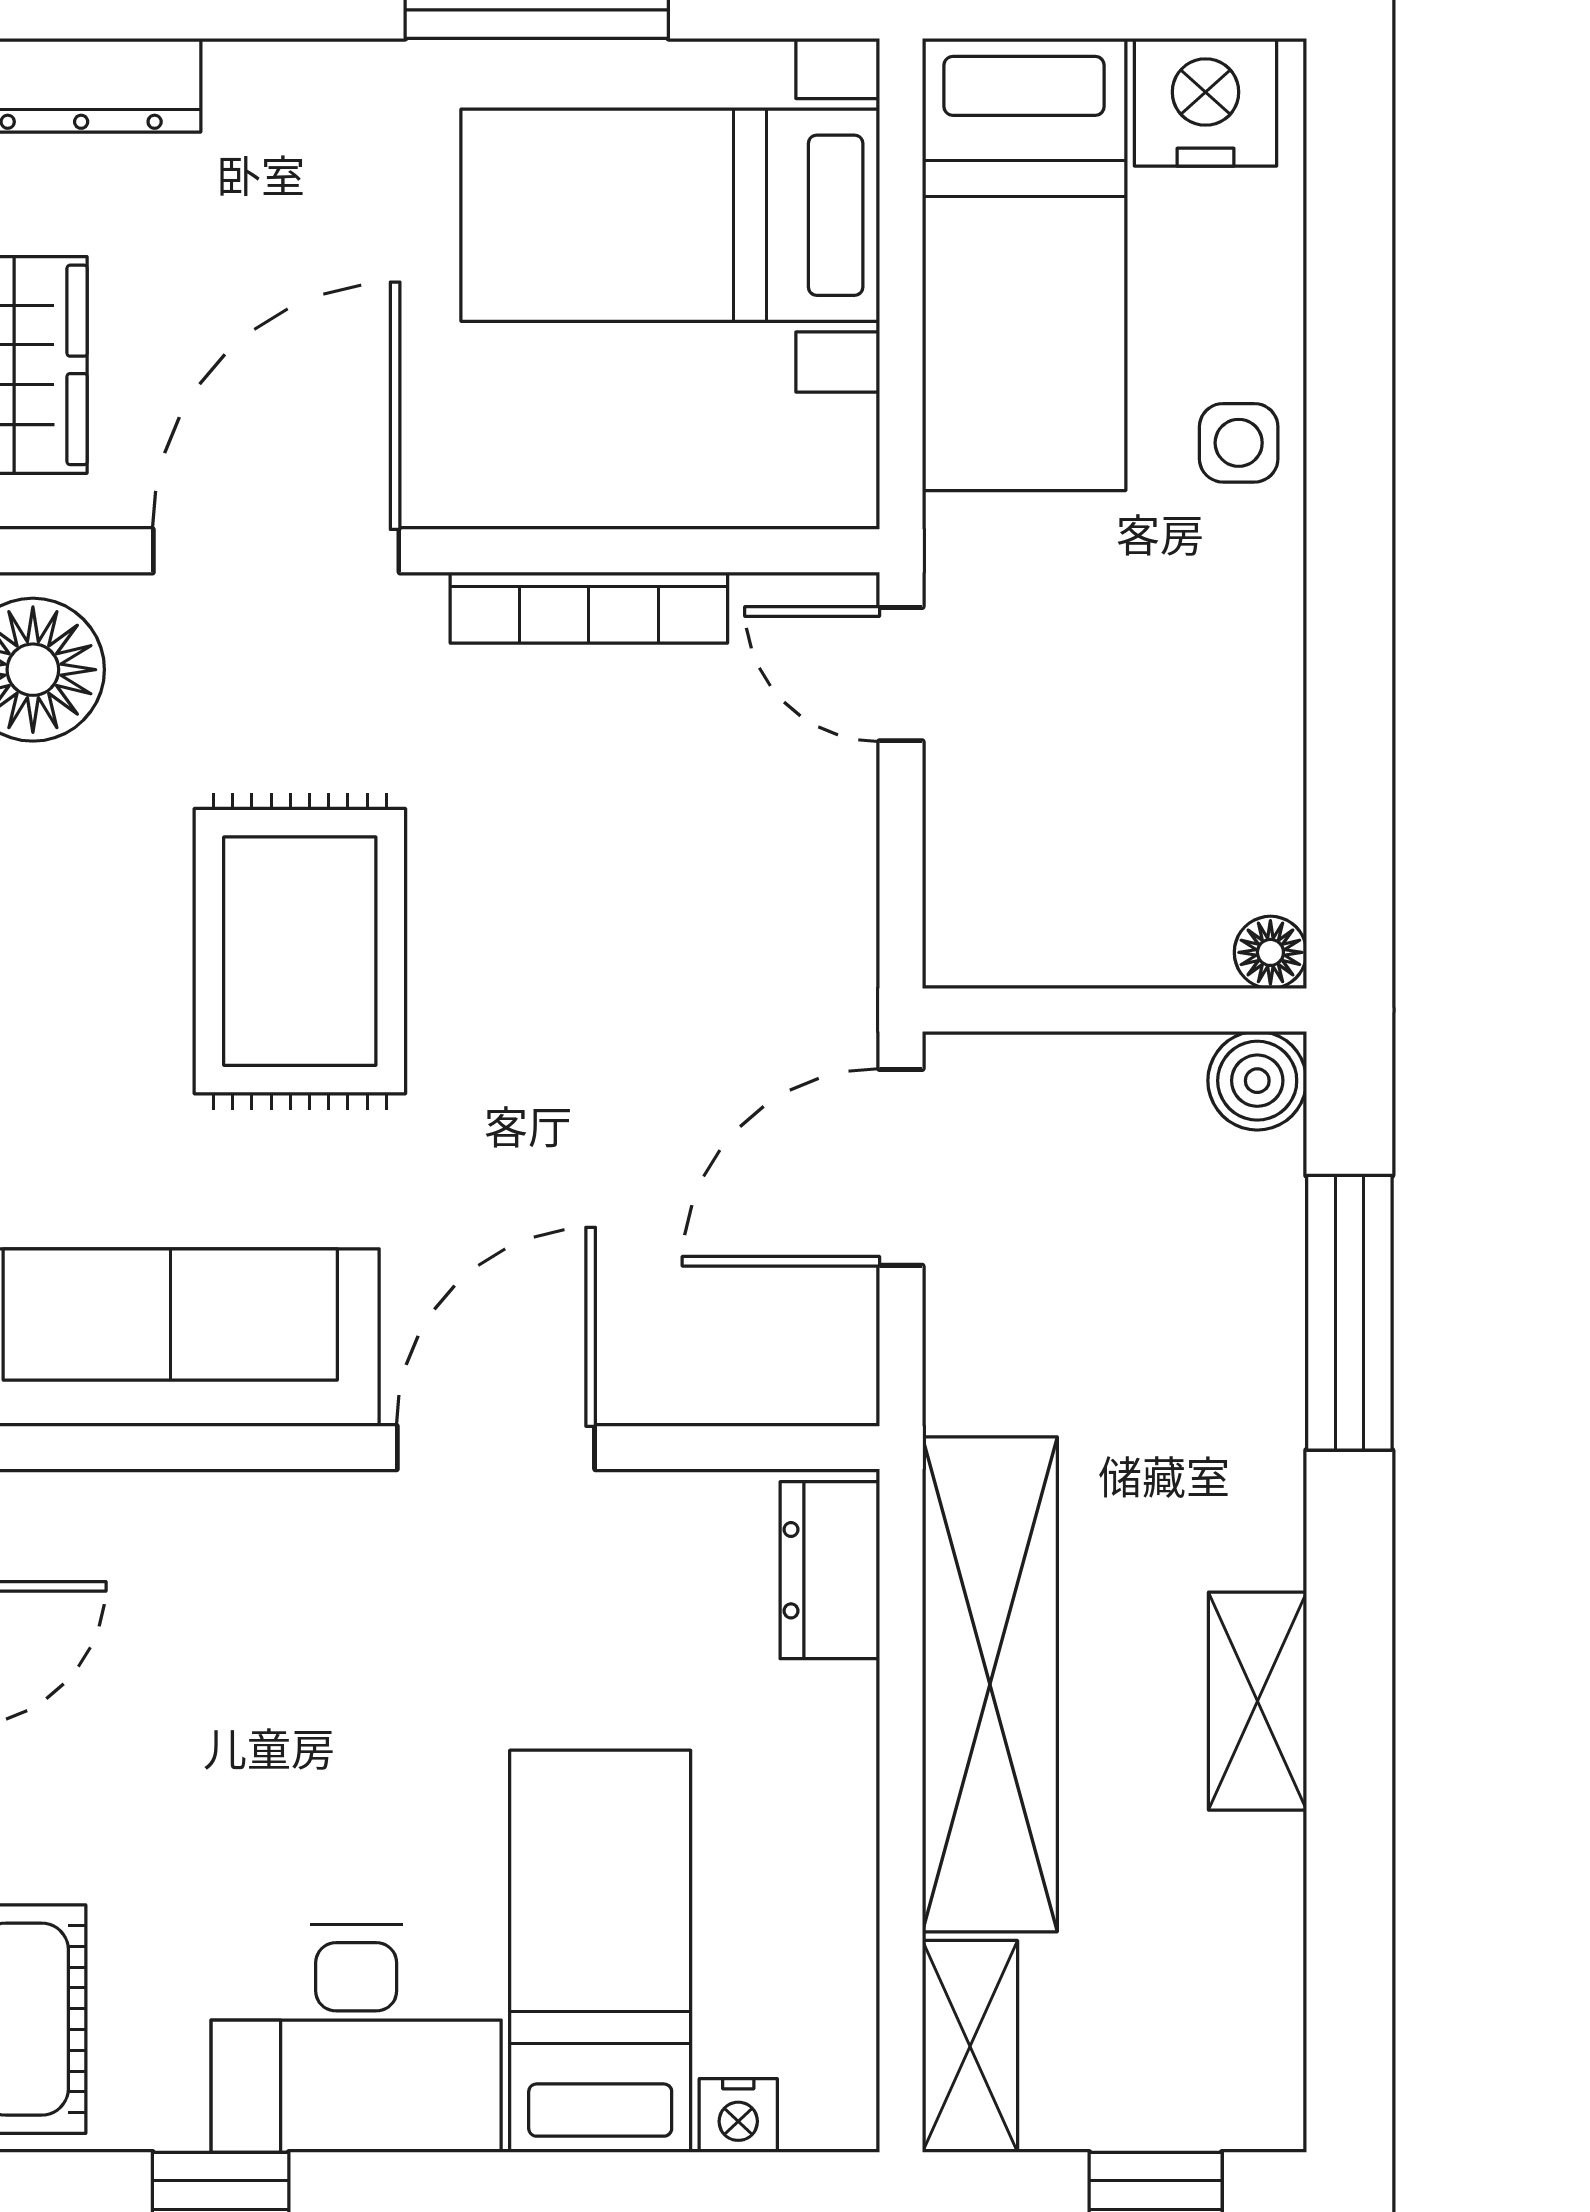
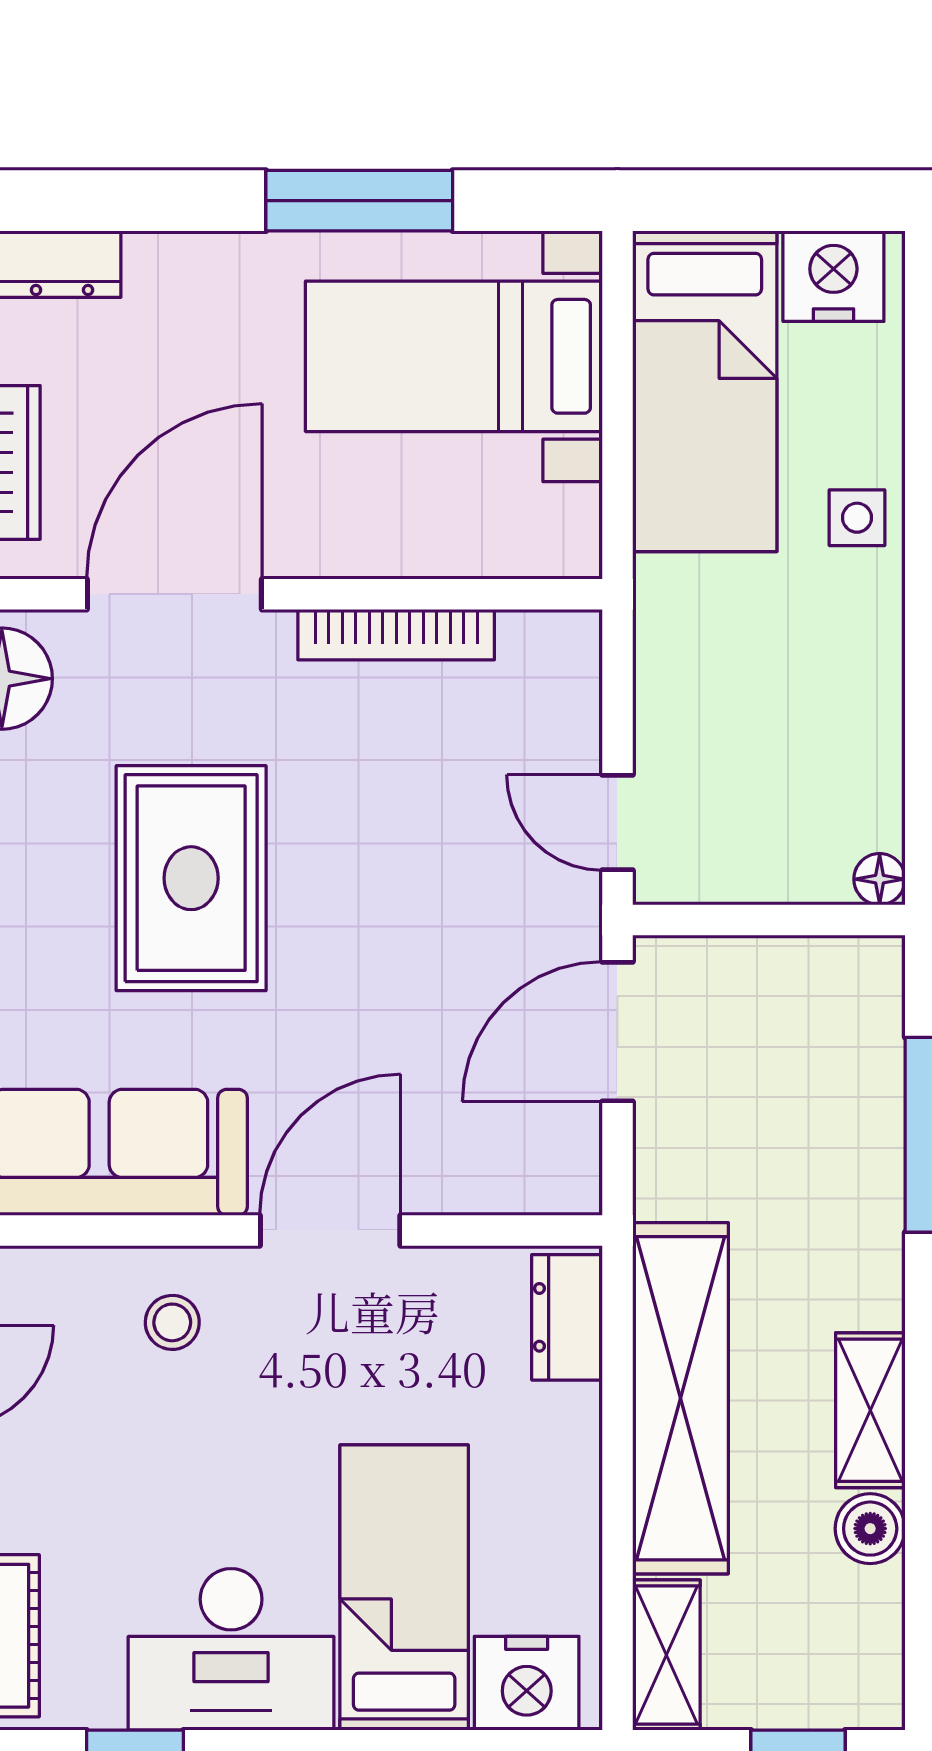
door: (901, 674) -> (617, 823), moved
boiler: (1257, 1081) -> (870, 1529), moved
stool: (273, 1577) -> (172, 1322), added
nightstand: (738, 2115) -> (527, 1683), width x1.89, depth x1.79

